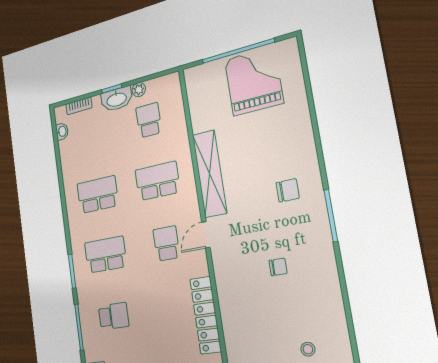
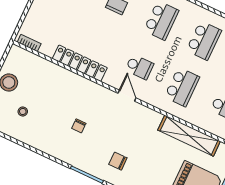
shelving: (210, 174) -> (189, 136), moved
chair: (288, 190) -> (118, 161), turned 90

